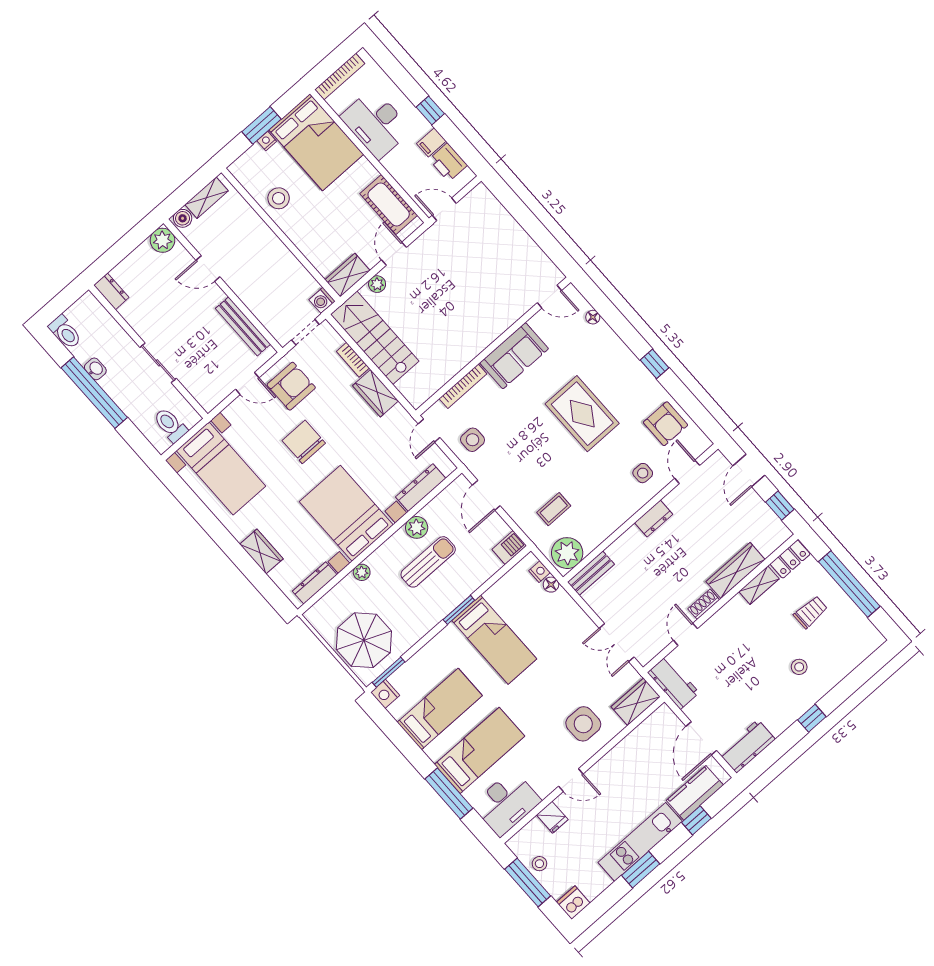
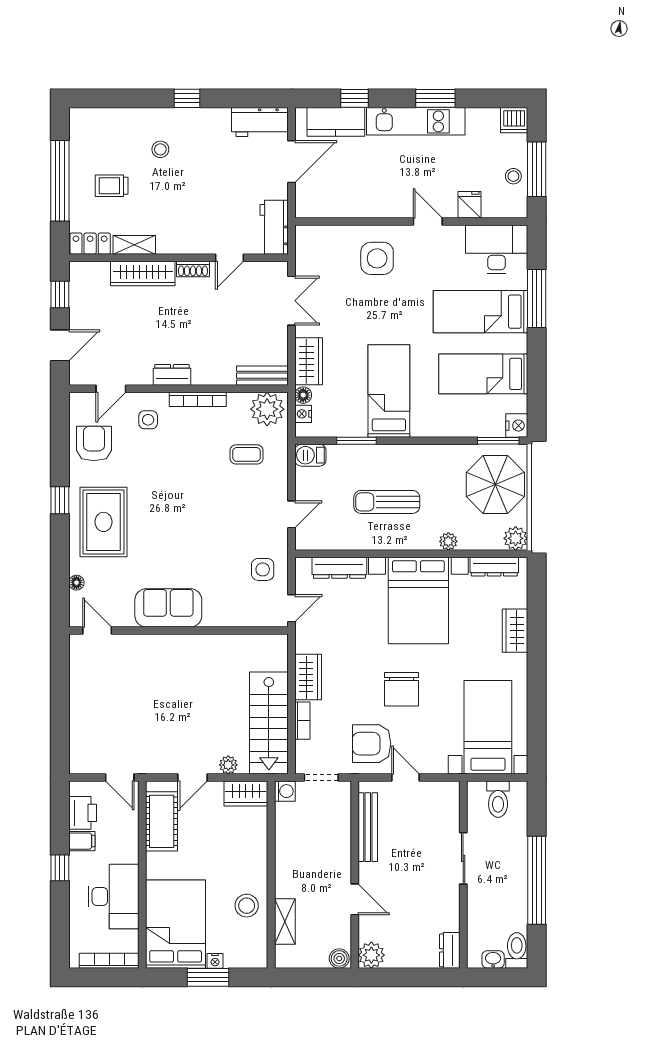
shelving: (207, 198) -> (285, 922), moved, turned 90
washbasin: (95, 369) -> (493, 959), moved, turned 90
bookcase: (463, 386) -> (198, 399), moved, turned 180
rug: (582, 414) -> (104, 522), moved
door: (486, 495) -> (291, 514), width x0.73
plant: (417, 527) -> (516, 538), moved
window: (459, 610) -> (356, 441), moved
wardrobe: (636, 702) -> (309, 361), moved, turned -90

